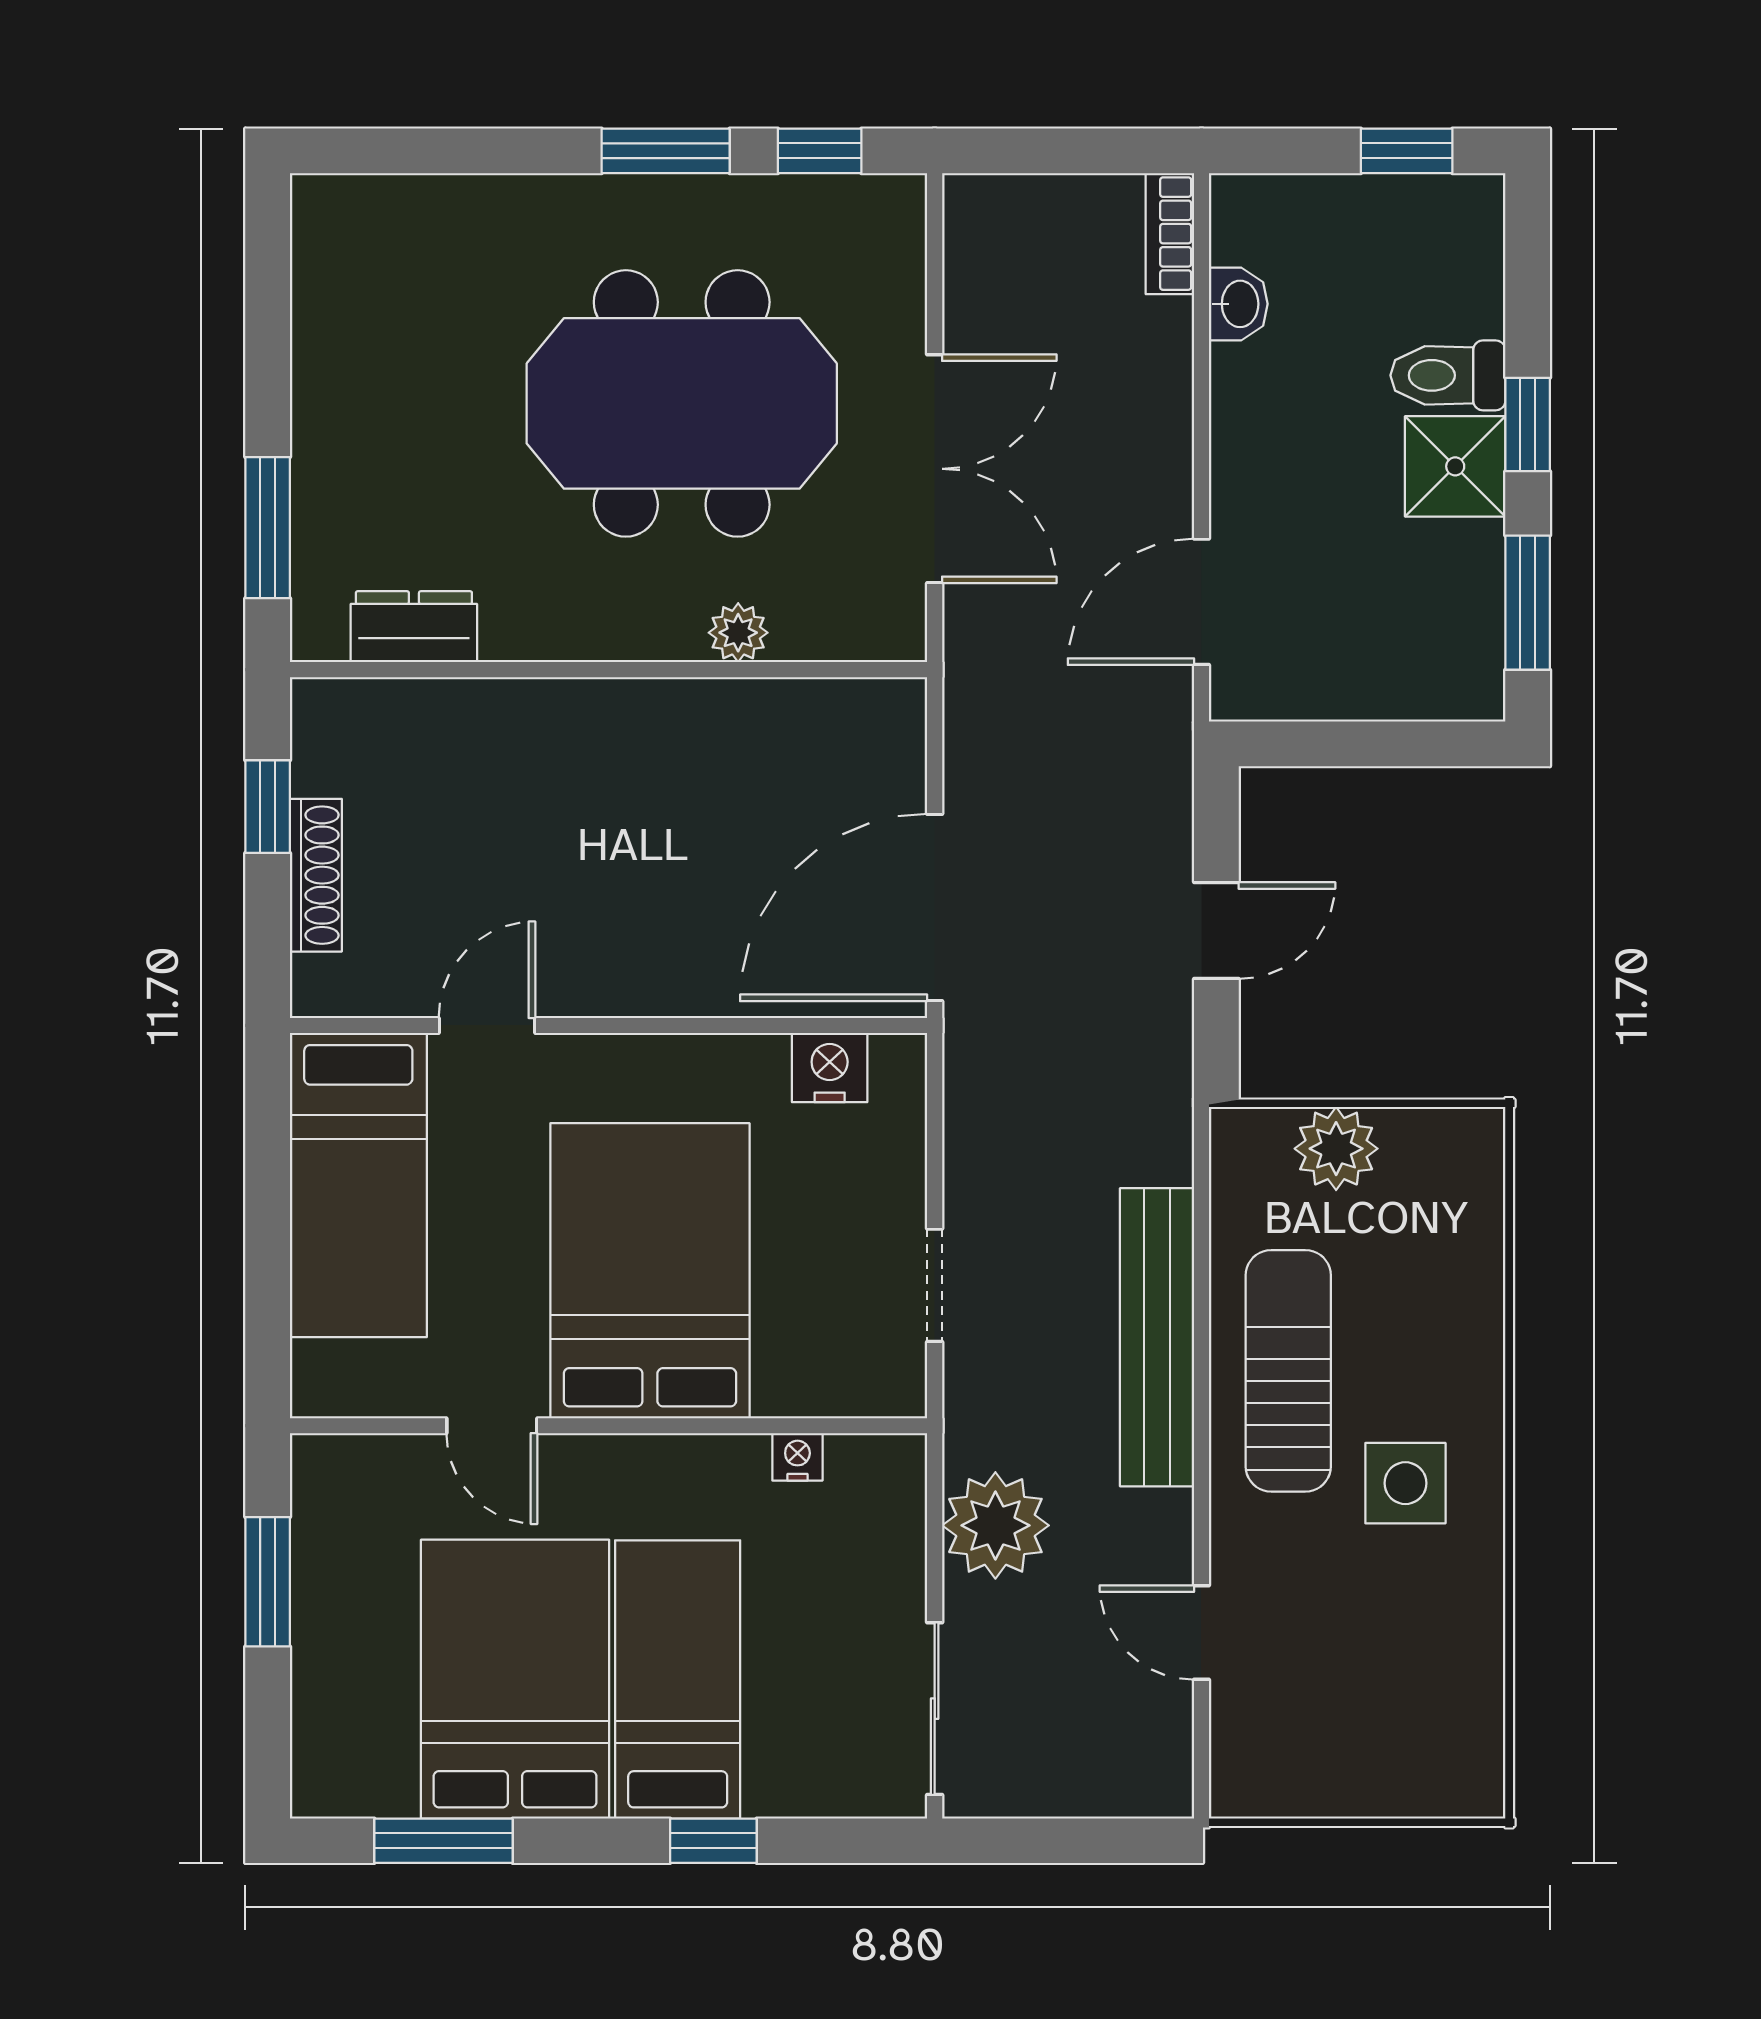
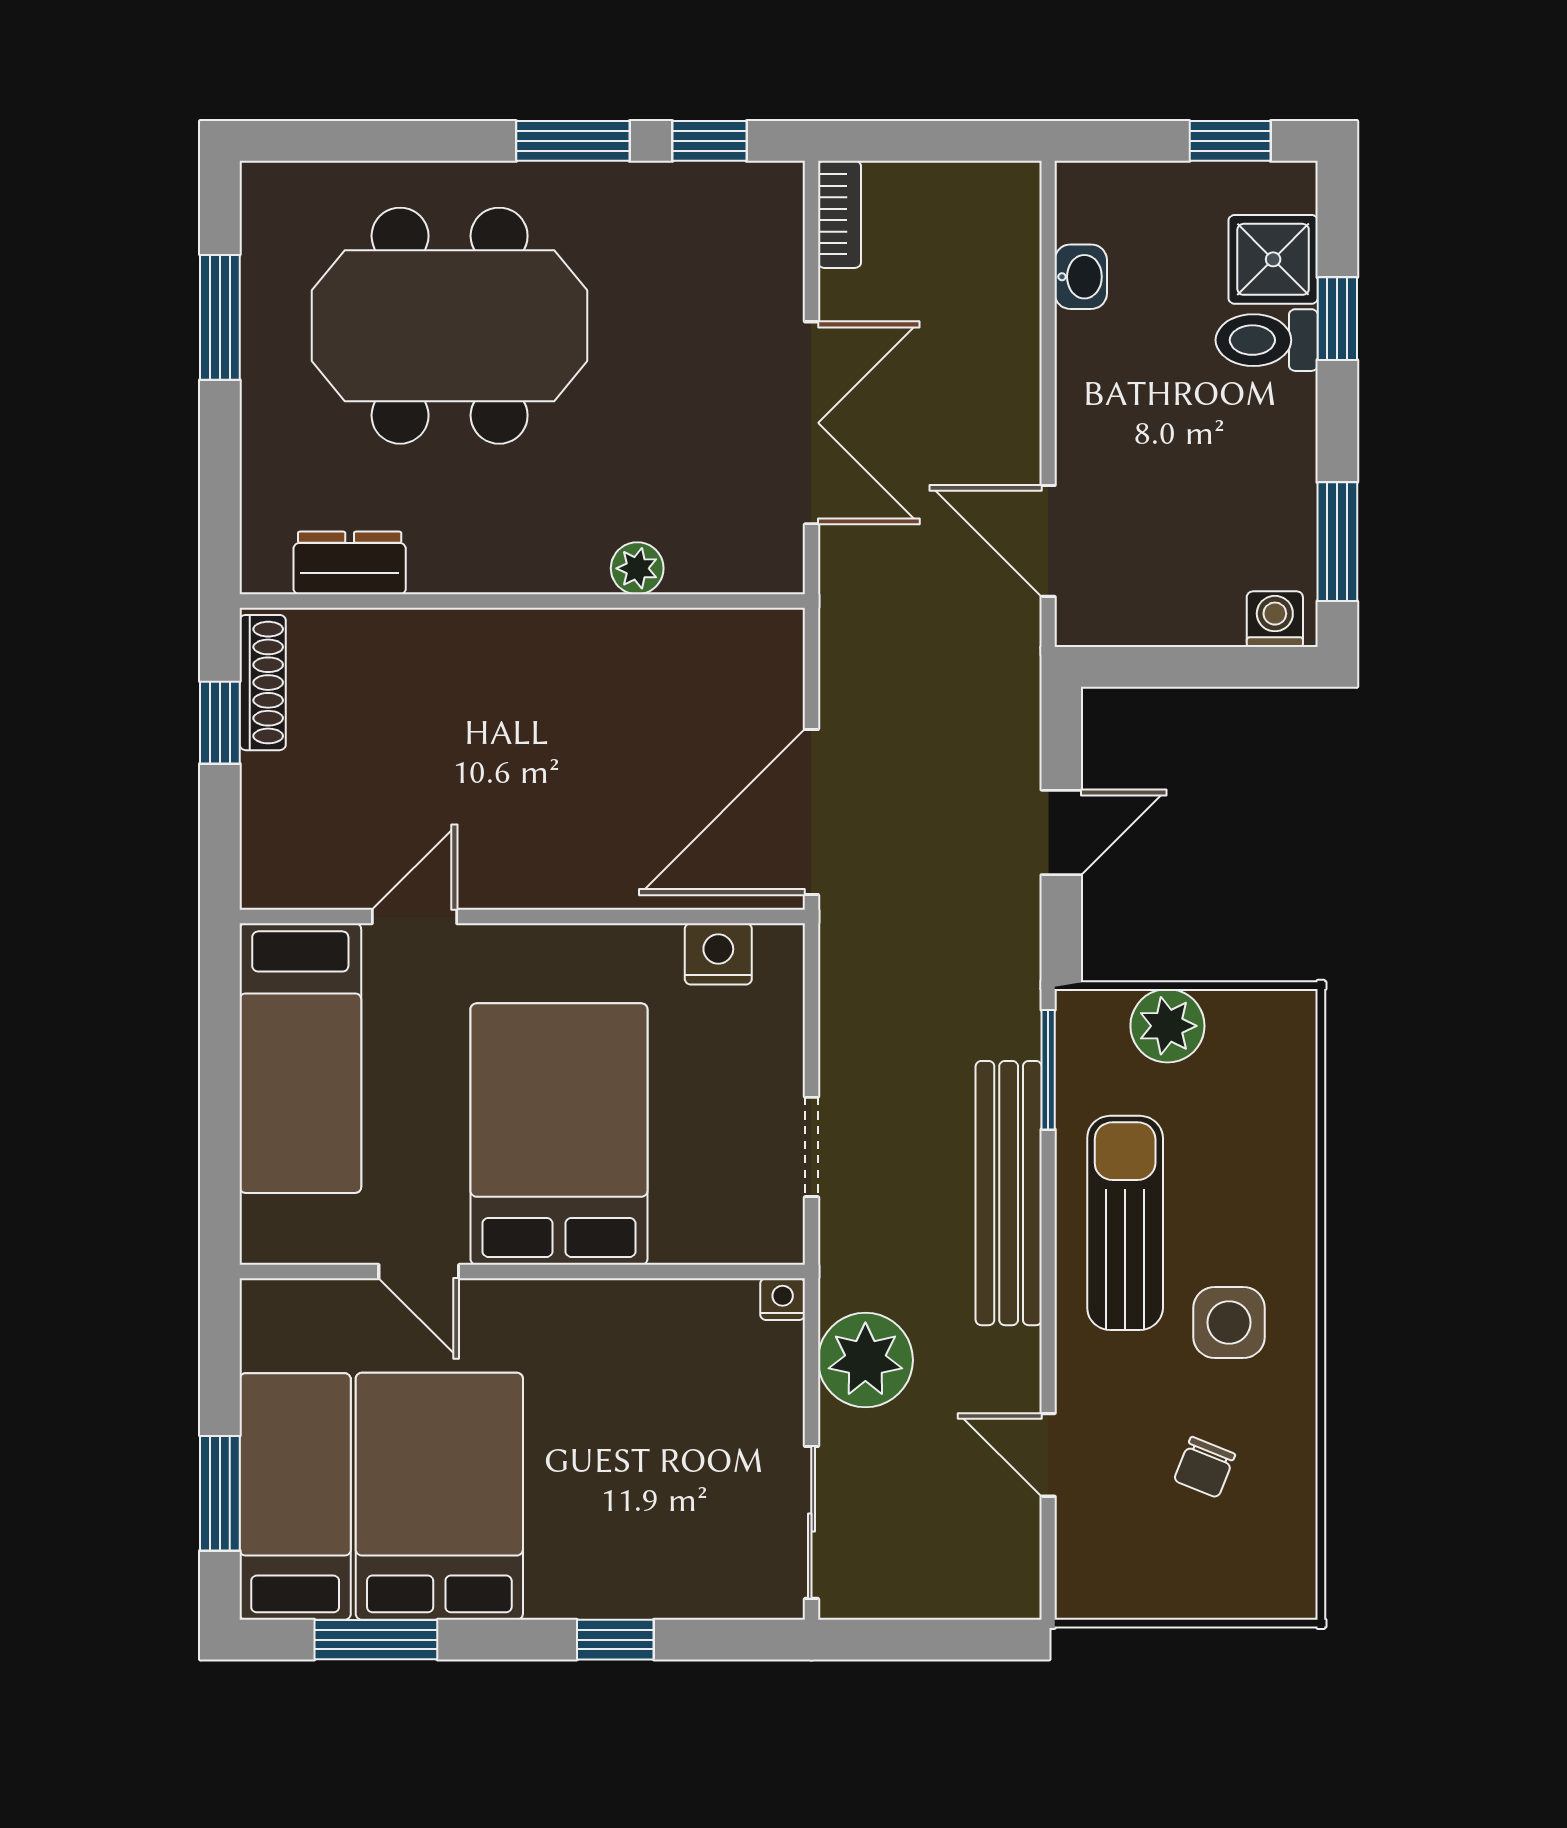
bookcase: (1170, 234) -> (840, 214), moved, turned 180
meeting table: (682, 403) -> (450, 326), moved
window: (1528, 424) -> (1337, 319), moved
shower: (1455, 466) -> (1273, 259), moved
window: (268, 528) -> (220, 317), moved
door: (1201, 602) -> (1048, 541), hinge flipped
washing machine: (1457, 690) -> (1275, 619), added
shoe rack: (316, 875) -> (263, 683), moved
window: (1201, 1198) -> (1048, 1070), added
nightstand: (797, 1457) -> (783, 1299), moved
window: (268, 1582) -> (220, 1493), moved
chair: (1378, 1646) -> (1204, 1467), added
bed: (678, 1679) -> (295, 1497), moved

